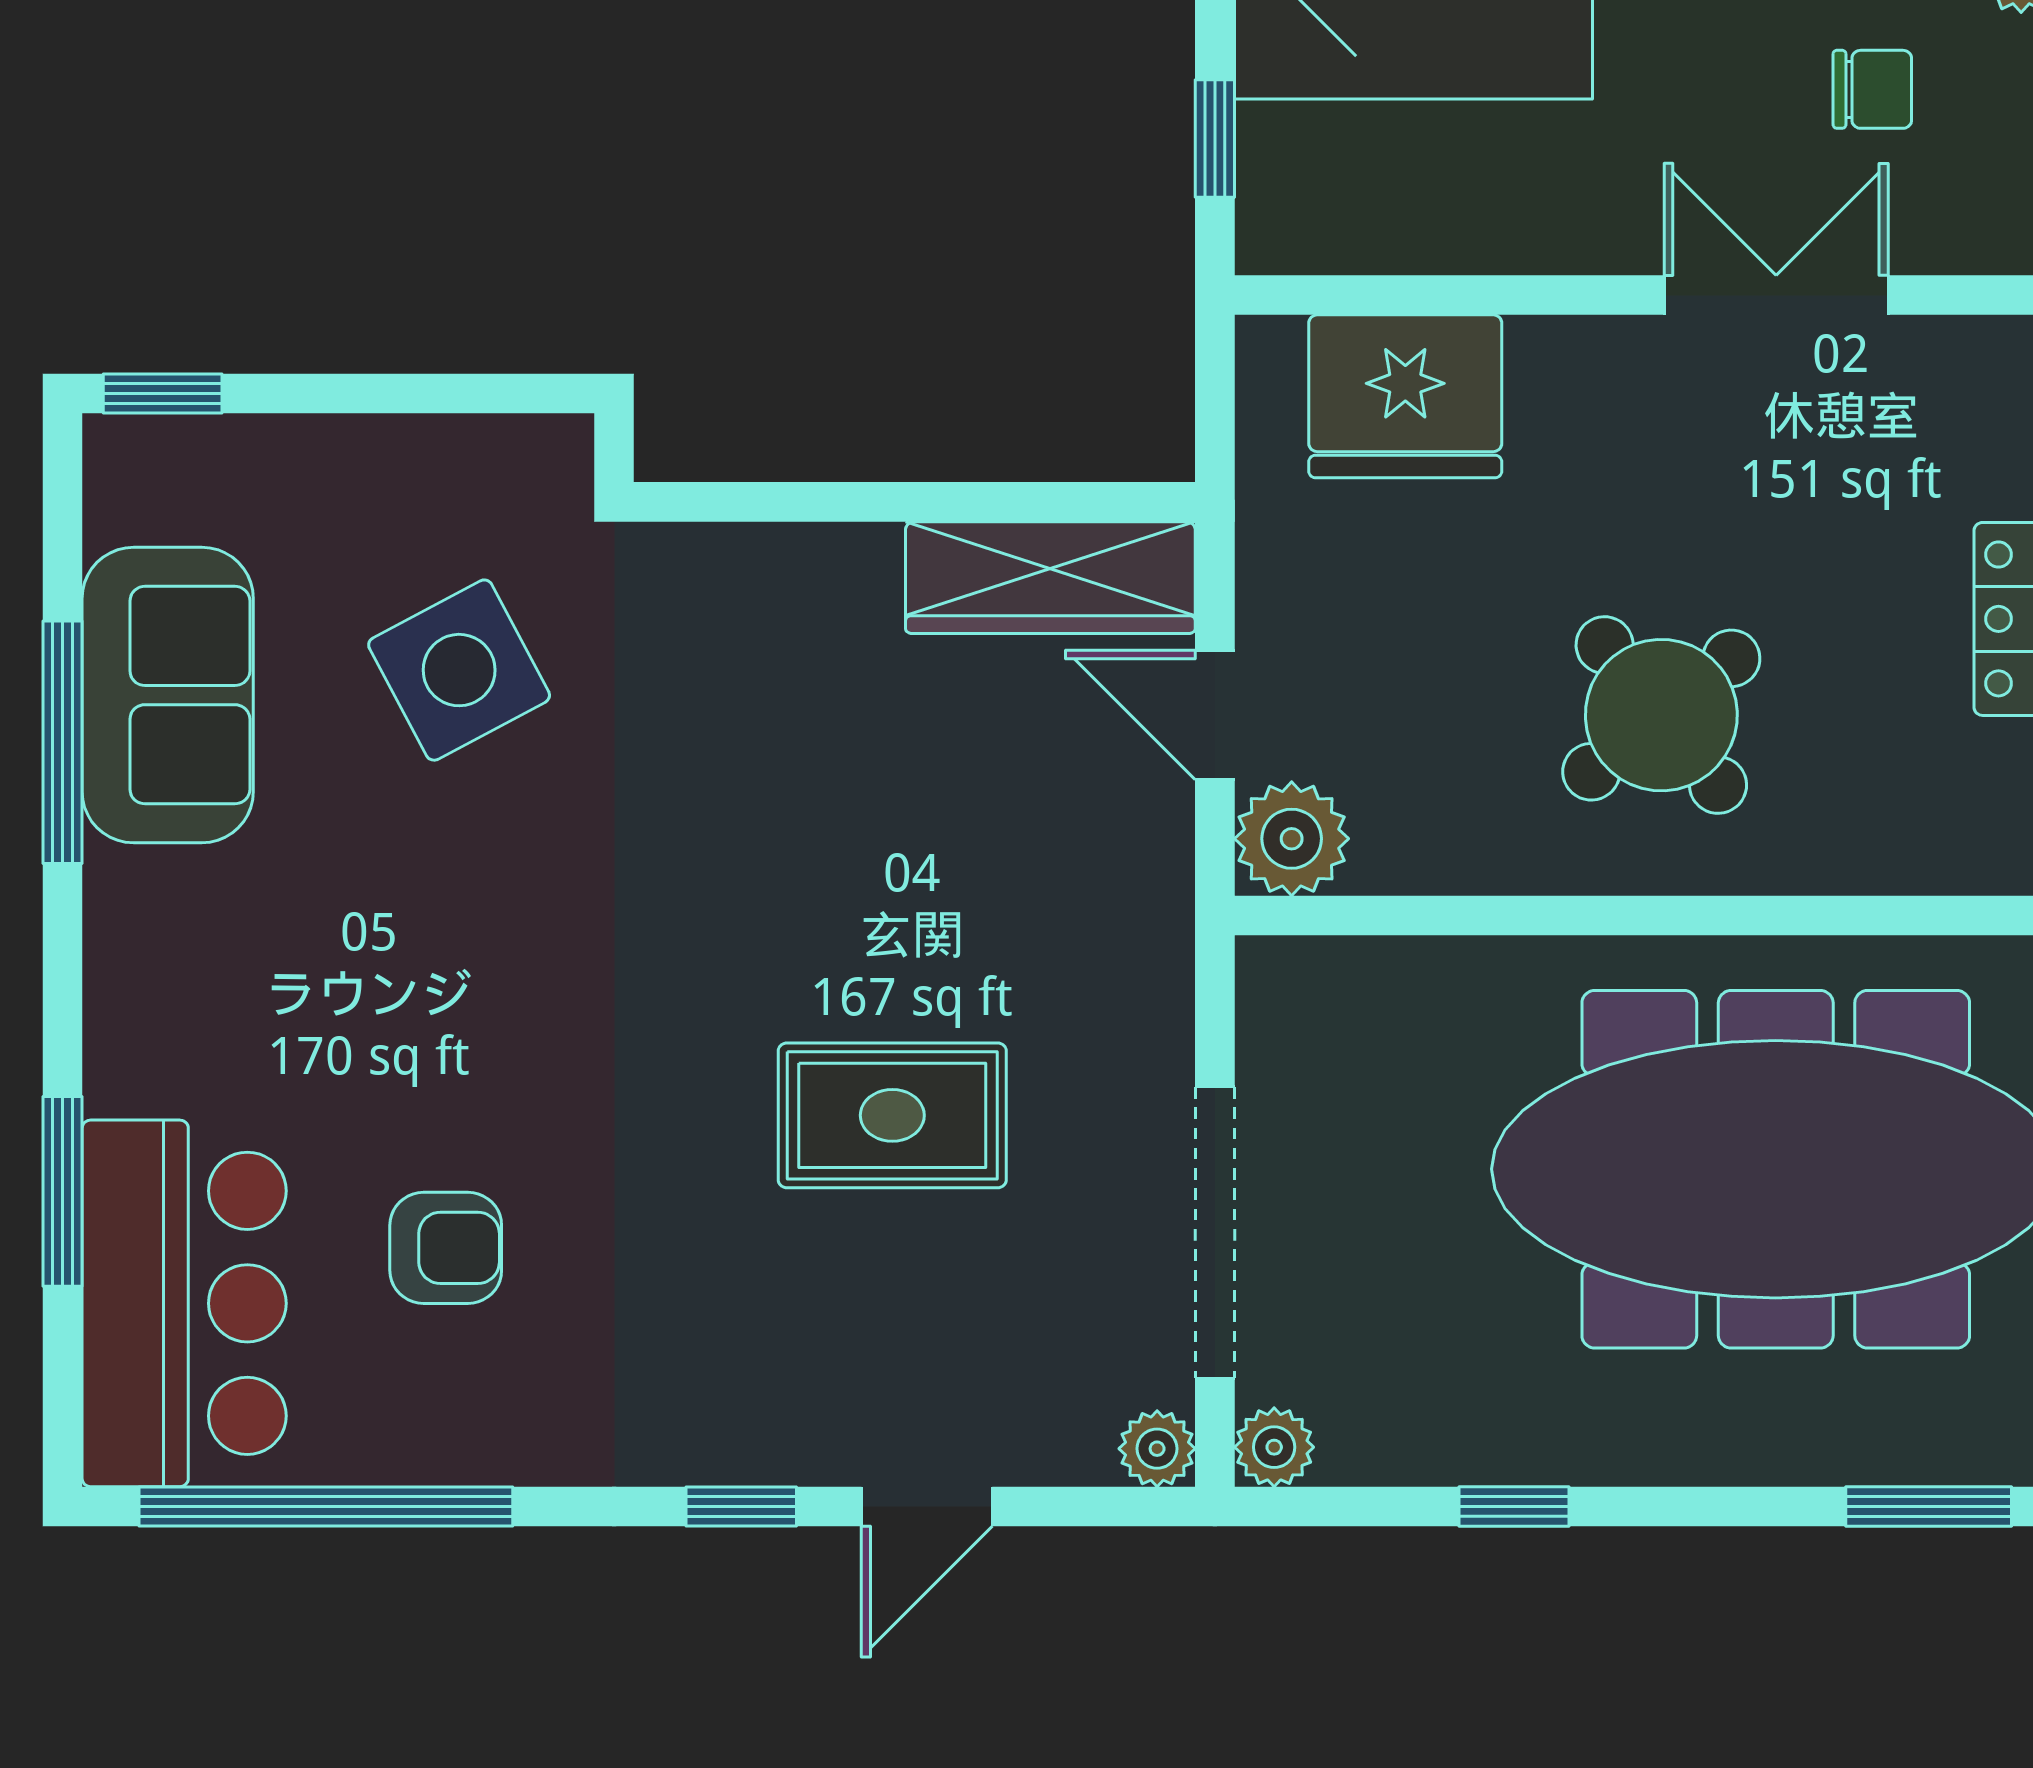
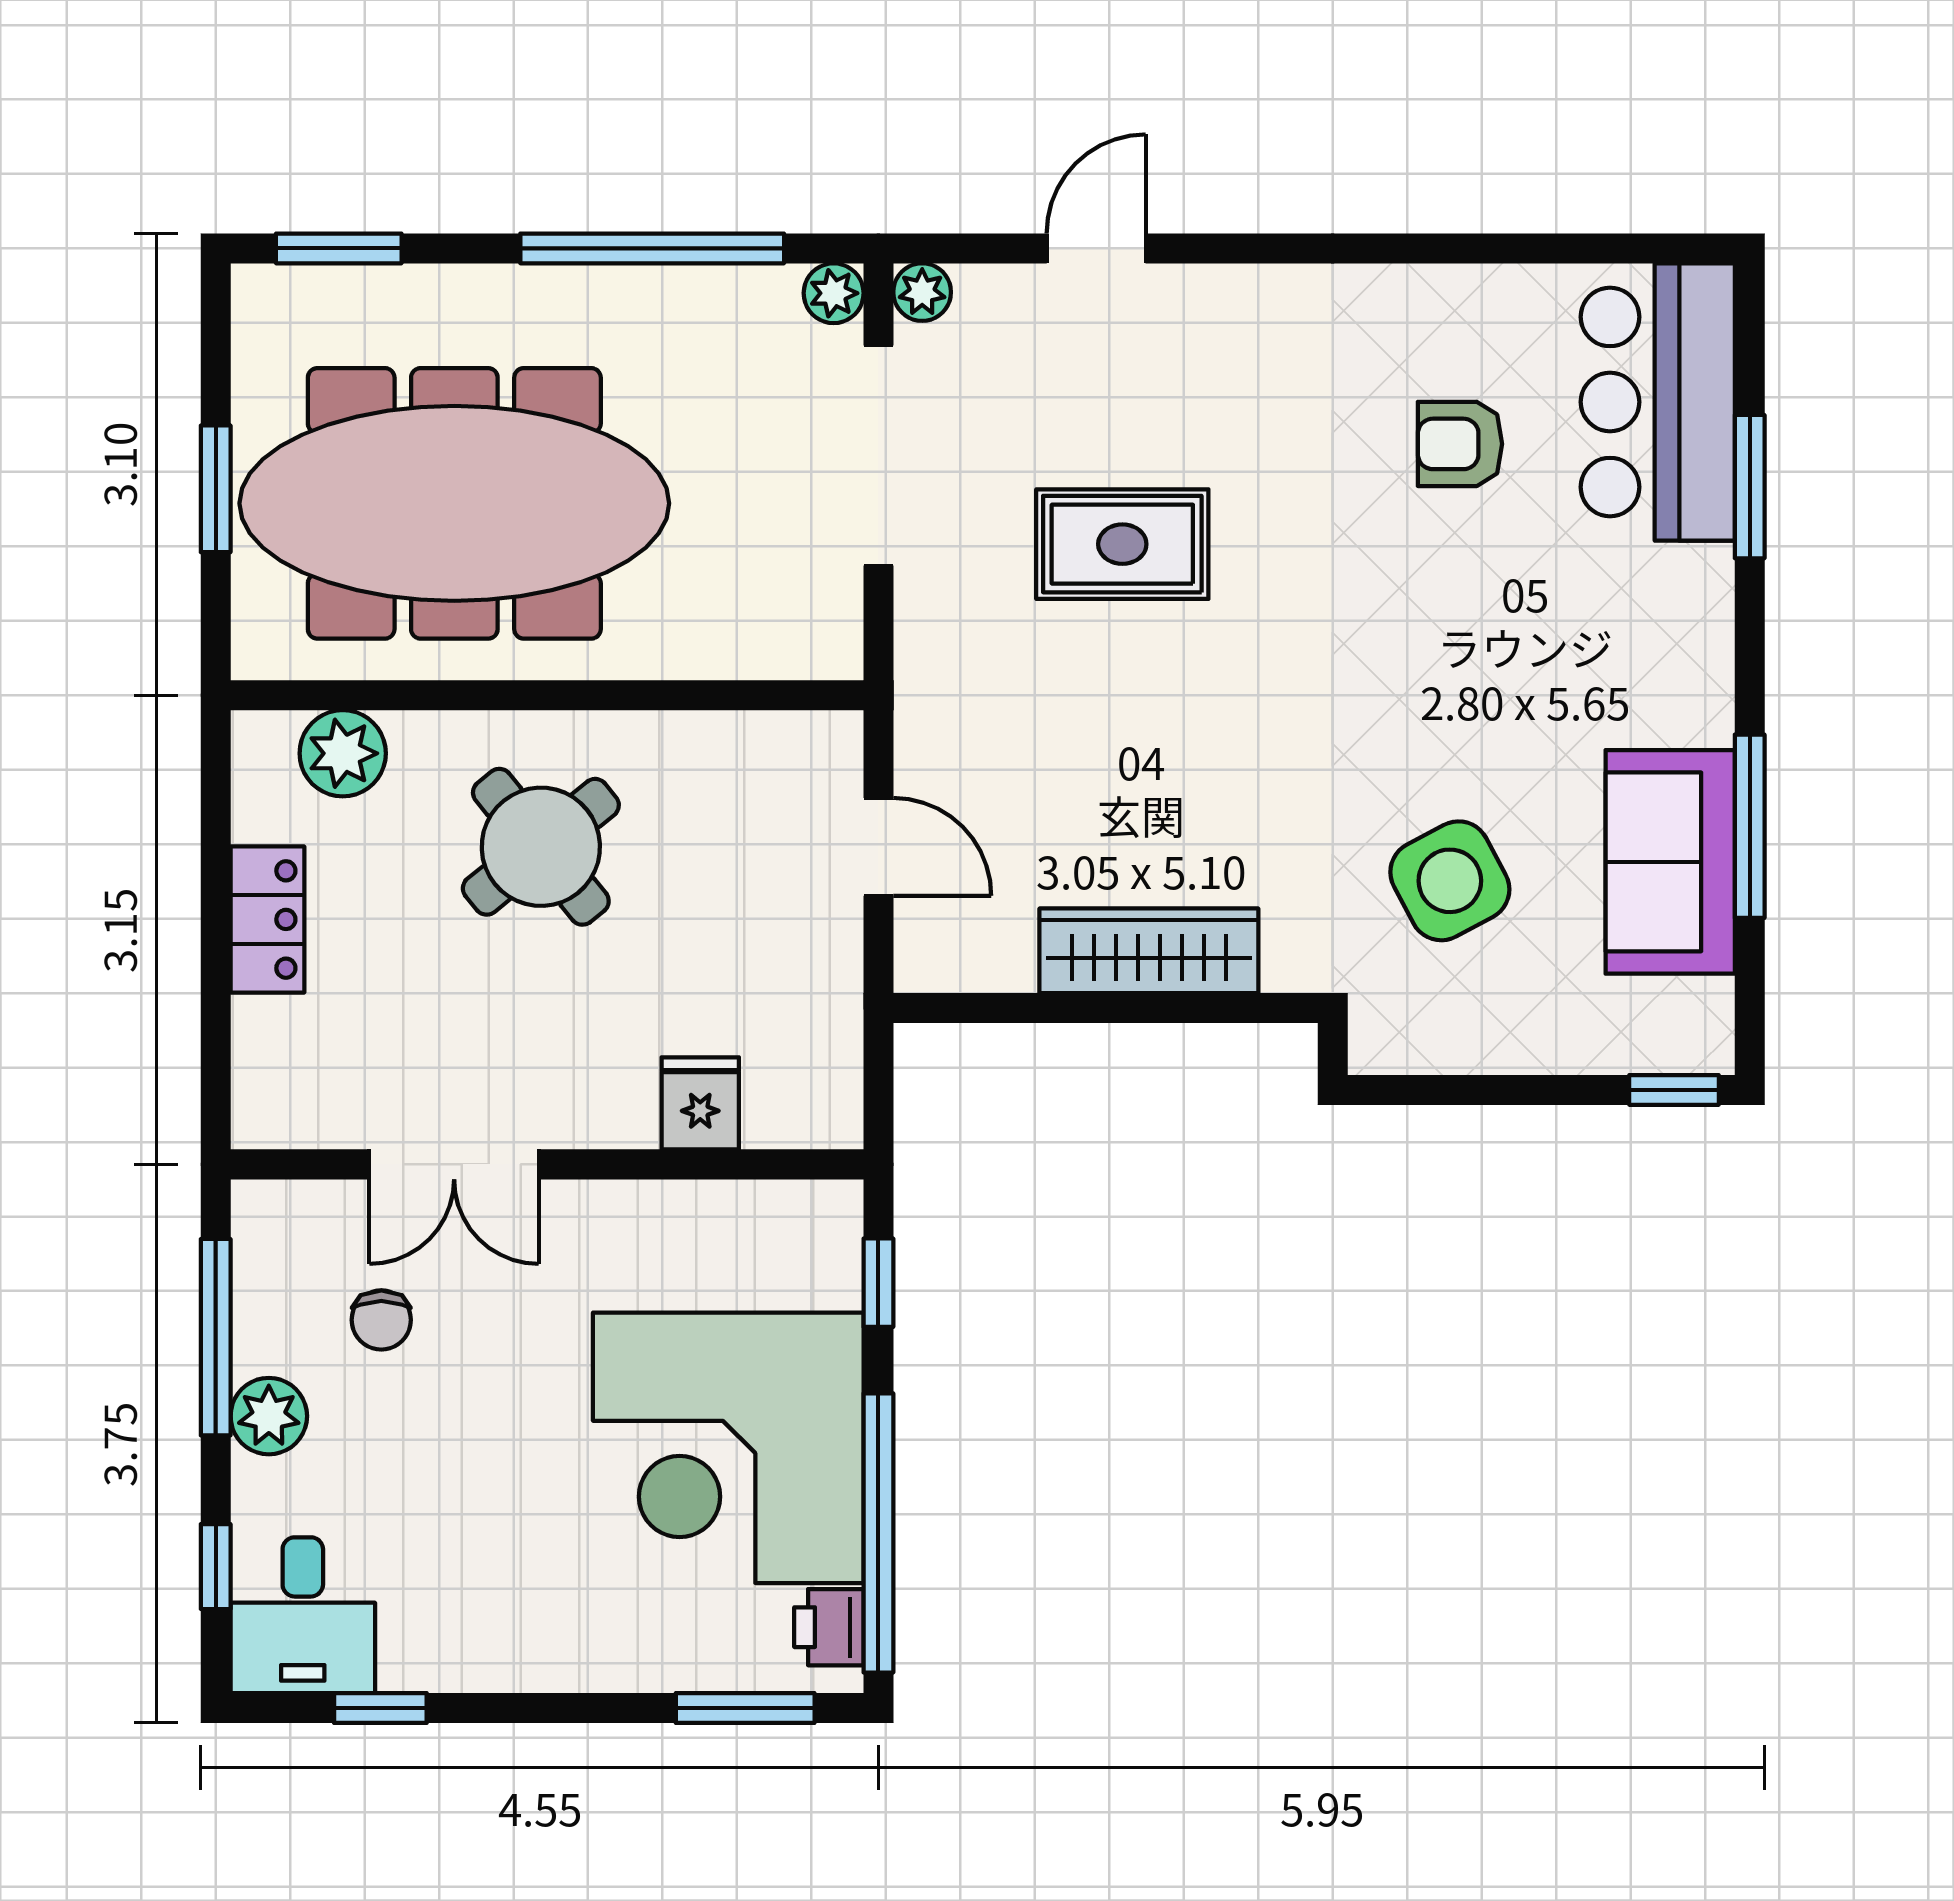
chair: (1872, 89) -> (381, 1320), turned -90
fridge: (1405, 396) -> (700, 1103), width x0.53, depth x0.75
wardrobe: (1050, 578) -> (1149, 951), moved
plant: (1292, 839) -> (343, 753), moved
window: (326, 1506) -> (1551, 248), removed
window: (741, 1506) -> (1236, 248), removed
window: (1514, 1506) -> (652, 248), width x3.17

